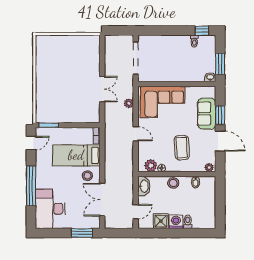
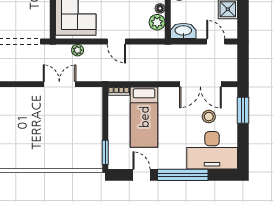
door: (136, 134) -> (116, 42), swing flipped
door: (31, 143) -> (142, 175), moved
stool: (87, 176) -> (209, 117), moved

